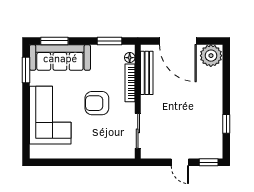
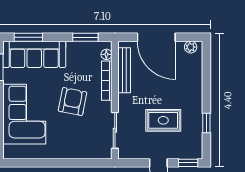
plant: (211, 56) -> (191, 47), width x0.53, depth x0.53
armchair: (97, 103) -> (72, 102), turned 101
rug: (185, 121) -> (163, 120), added

